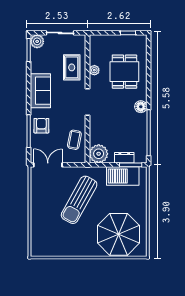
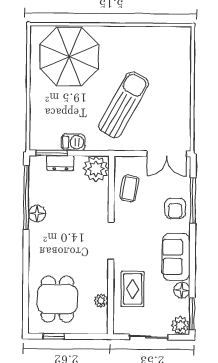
floor lamp: (36, 67) -> (182, 290), added
plant: (94, 70) -> (101, 301), moved
dining table: (124, 72) -> (57, 299), moved
floor lamp: (141, 107) -> (37, 214), moved
barbecue: (123, 176) -> (73, 142), width x0.53, depth x0.65

